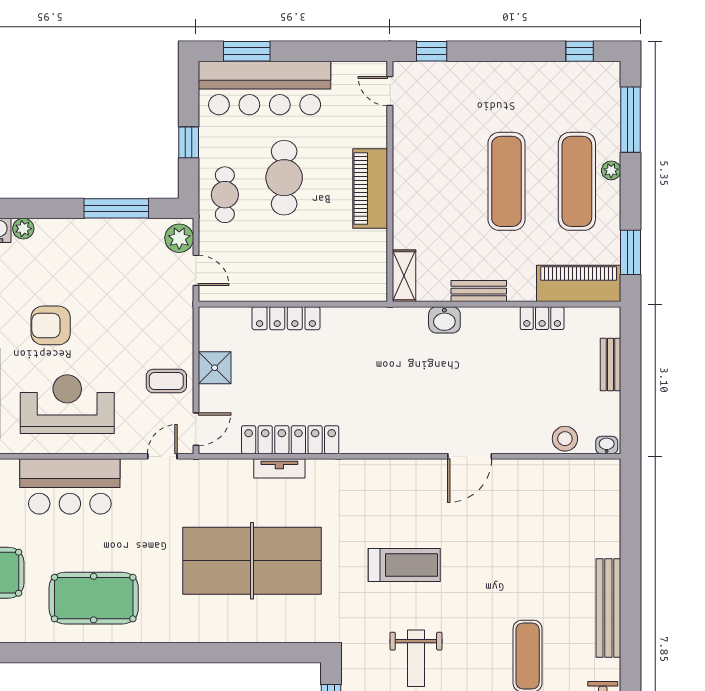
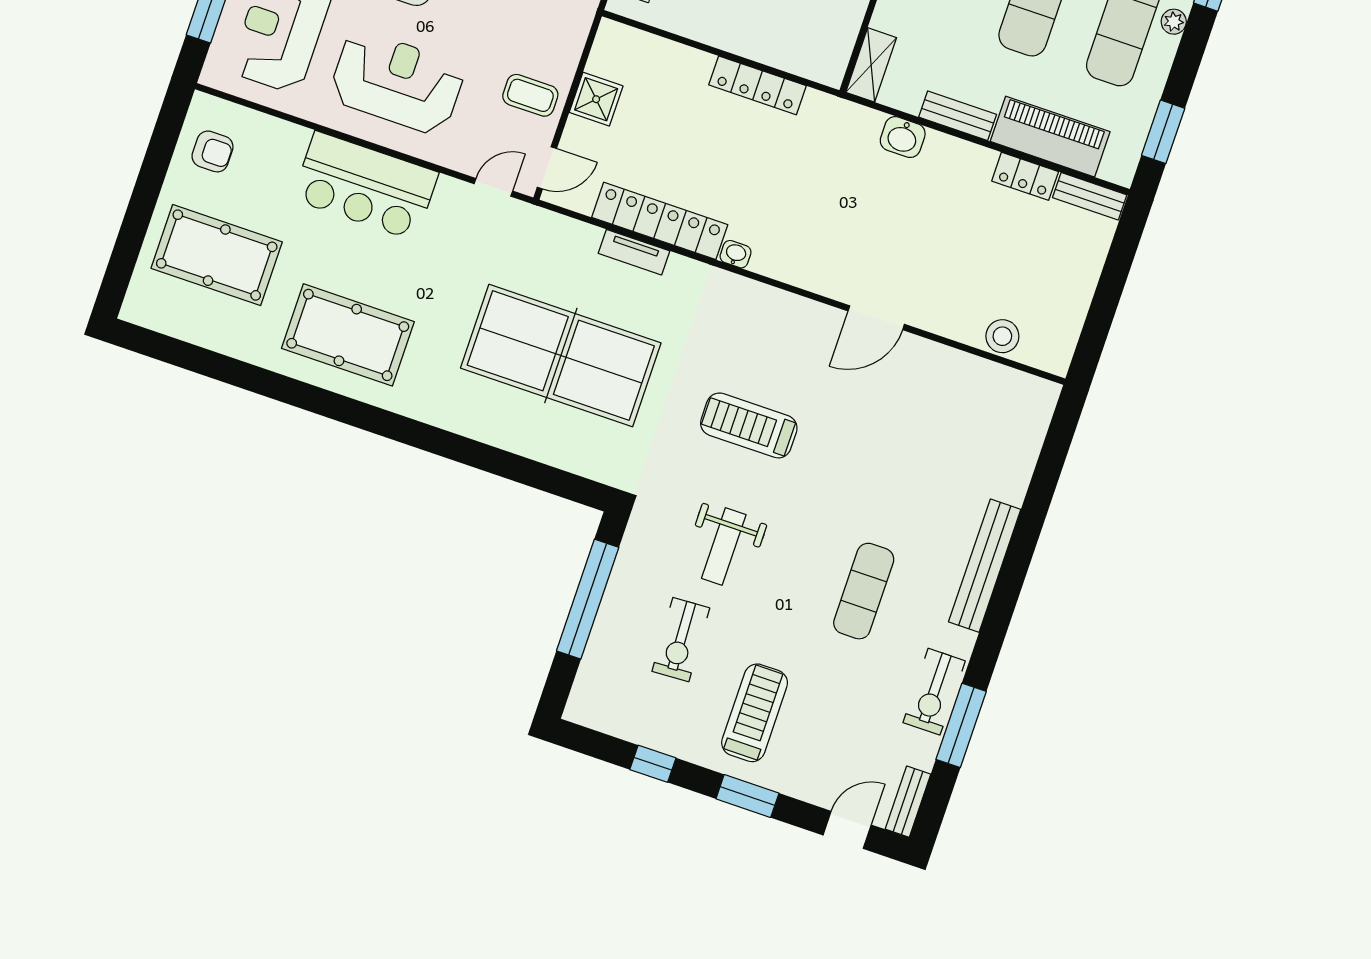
piano: (579, 283) -> (1050, 137), moved
locker: (286, 318) -> (757, 85), moved
bench: (611, 365) -> (1090, 196), moved, turned 90
washbasin: (607, 445) -> (736, 254), moved
treadmill: (404, 565) -> (749, 425), turned 180

